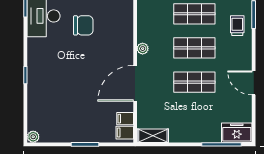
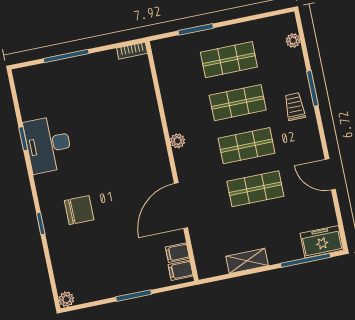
chair: (83, 25) -> (79, 210), moved
plant: (143, 49) -> (178, 141), moved
shelving: (153, 136) -> (247, 261), moved

